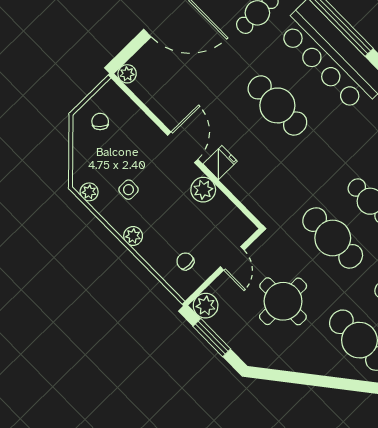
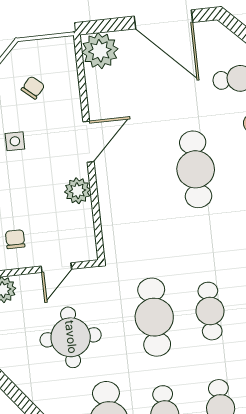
plant: (127, 74) -> (100, 51), width x1.87, depth x1.87
chair: (100, 121) -> (33, 88), moved
fridge: (220, 163) -> (110, 179), removed

